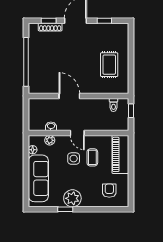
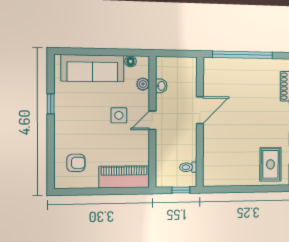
rug: (109, 65) -> (270, 164), moved, turned 90
coffee table: (92, 157) -> (120, 140), removed
plant: (72, 198) -> (66, 114), removed

